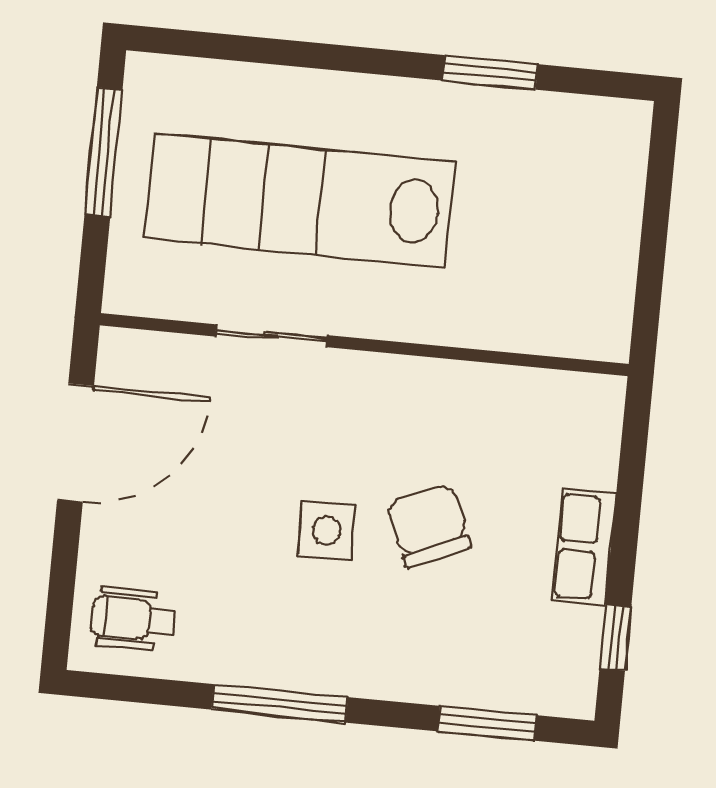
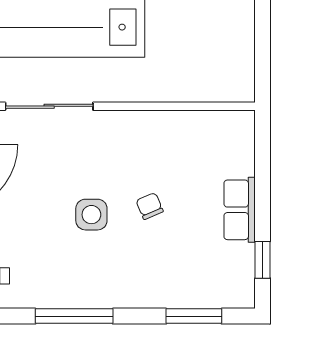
sliding door: (271, 336) -> (49, 106), width x1.37
chair: (429, 525) -> (150, 206), width x0.54, depth x0.54

